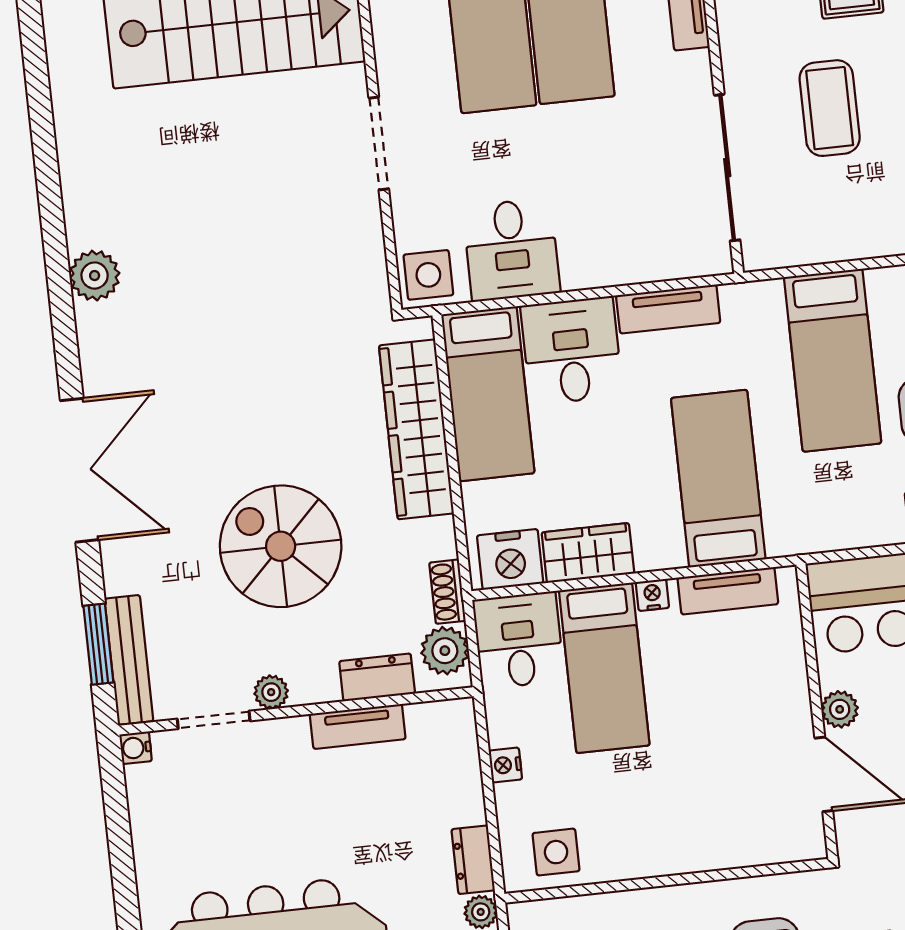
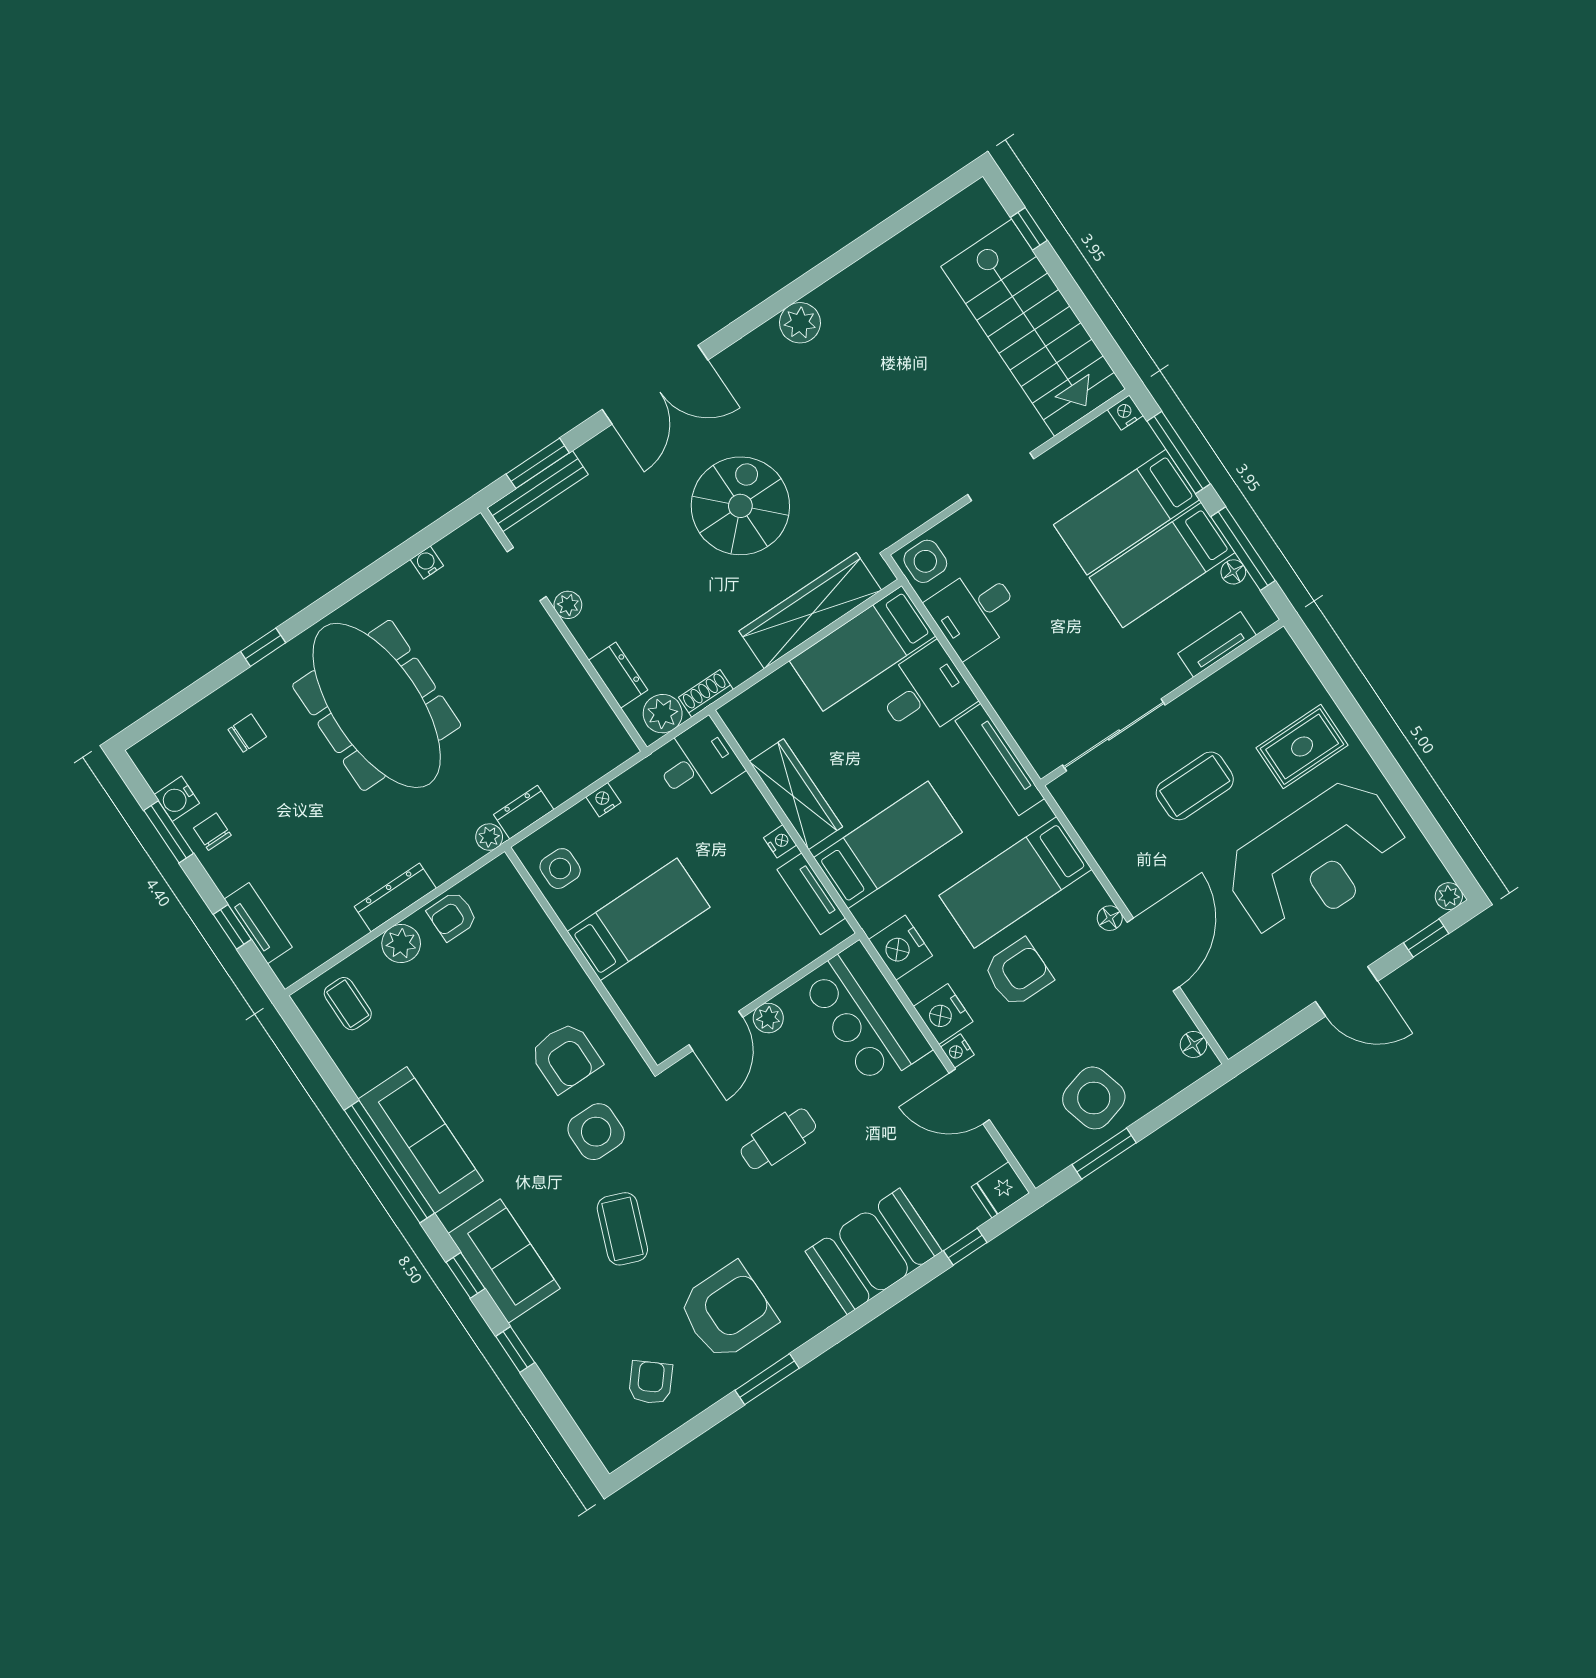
tv unit: (668, 309) -> (1000, 760), width x1.41
spiral stairs: (281, 546) -> (740, 506), moved
wardrobe: (588, 553) -> (796, 794), width x1.50
nightstand: (510, 559) -> (900, 948), moved
bed: (604, 668) -> (639, 919), moved, turned 180
tv unit: (358, 726) -> (576, 680), removed
water cooler: (136, 748) -> (427, 563), moved

